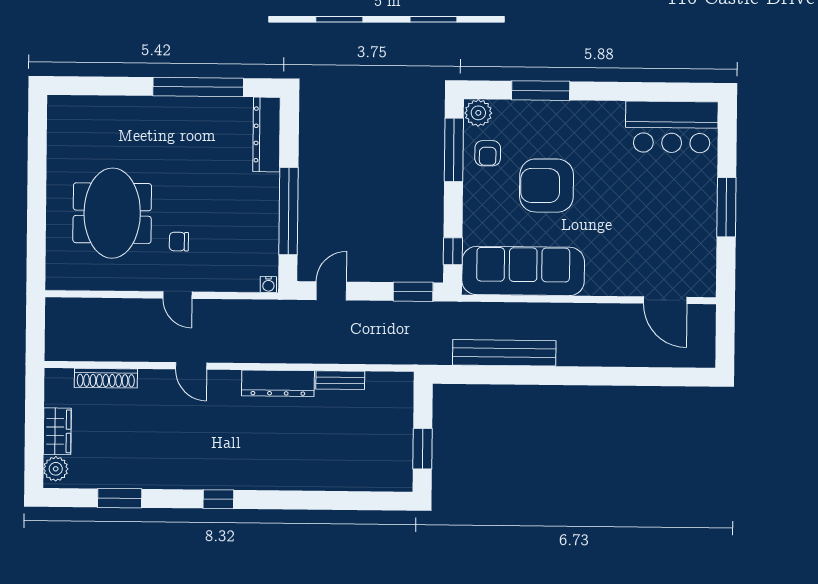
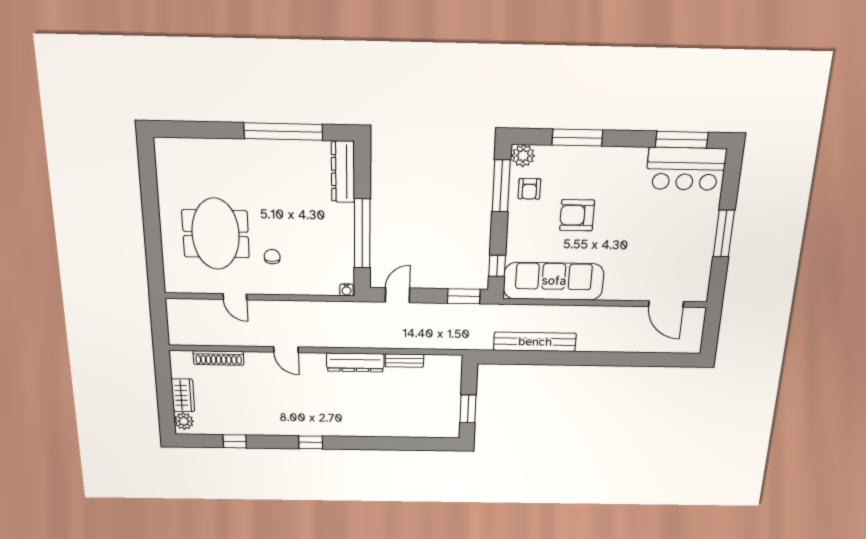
window: (663, 92) -> (682, 140), added
armchair: (547, 186) -> (577, 215), width x0.73, depth x0.73
chair: (179, 242) -> (272, 257), turned 90
door: (177, 295) -> (235, 297), moved
window: (120, 498) -> (235, 441), width x0.67

